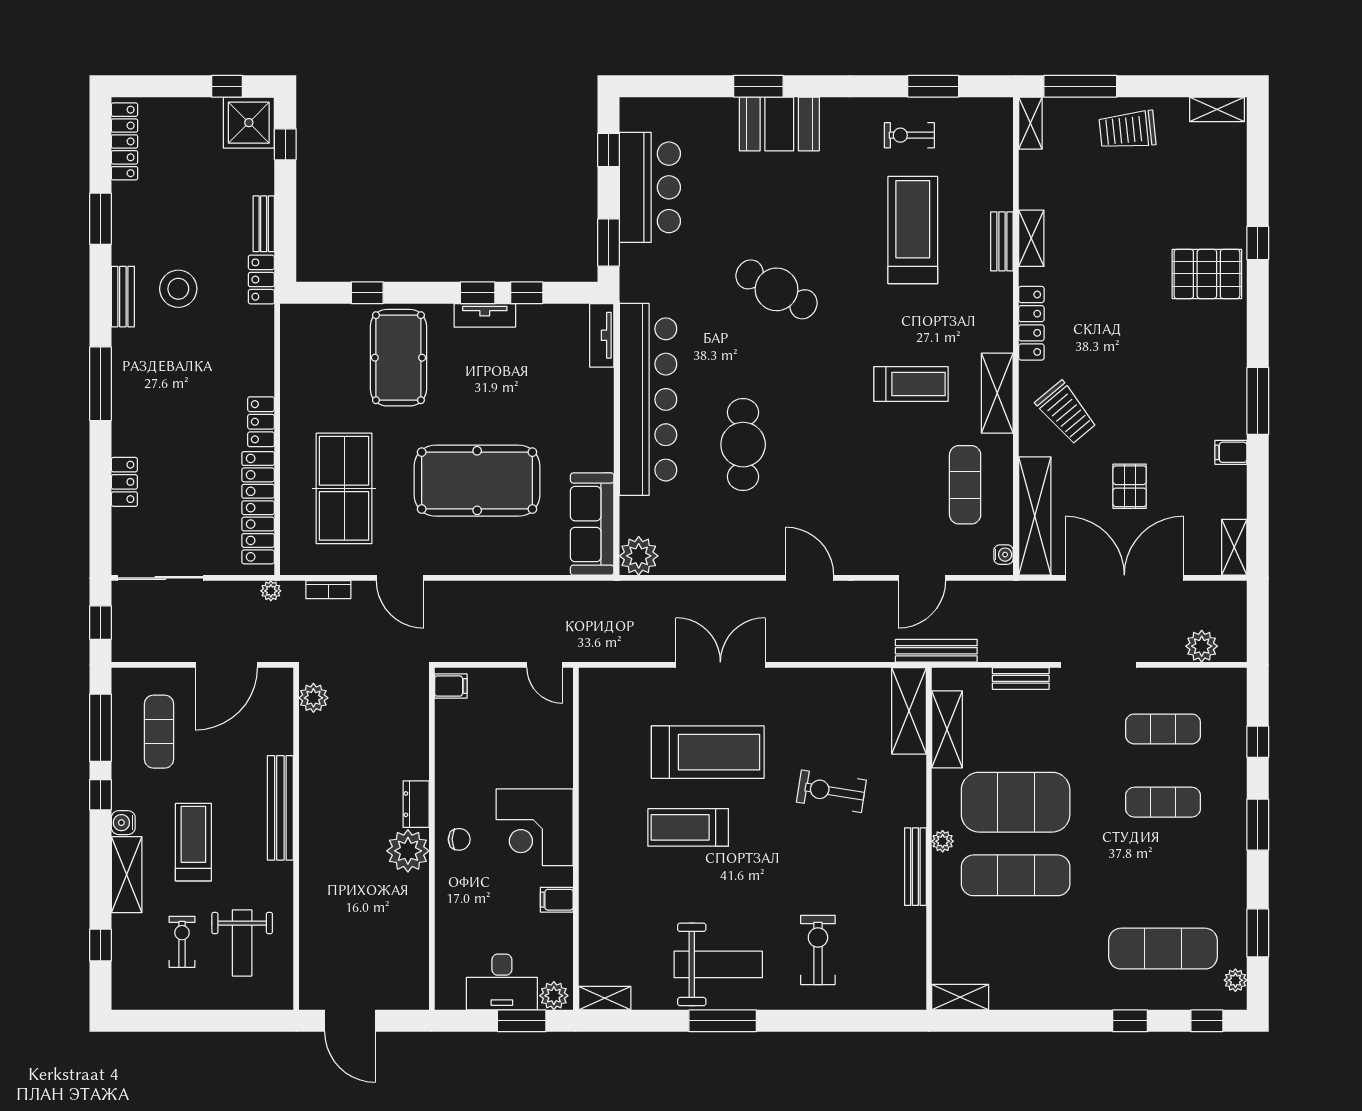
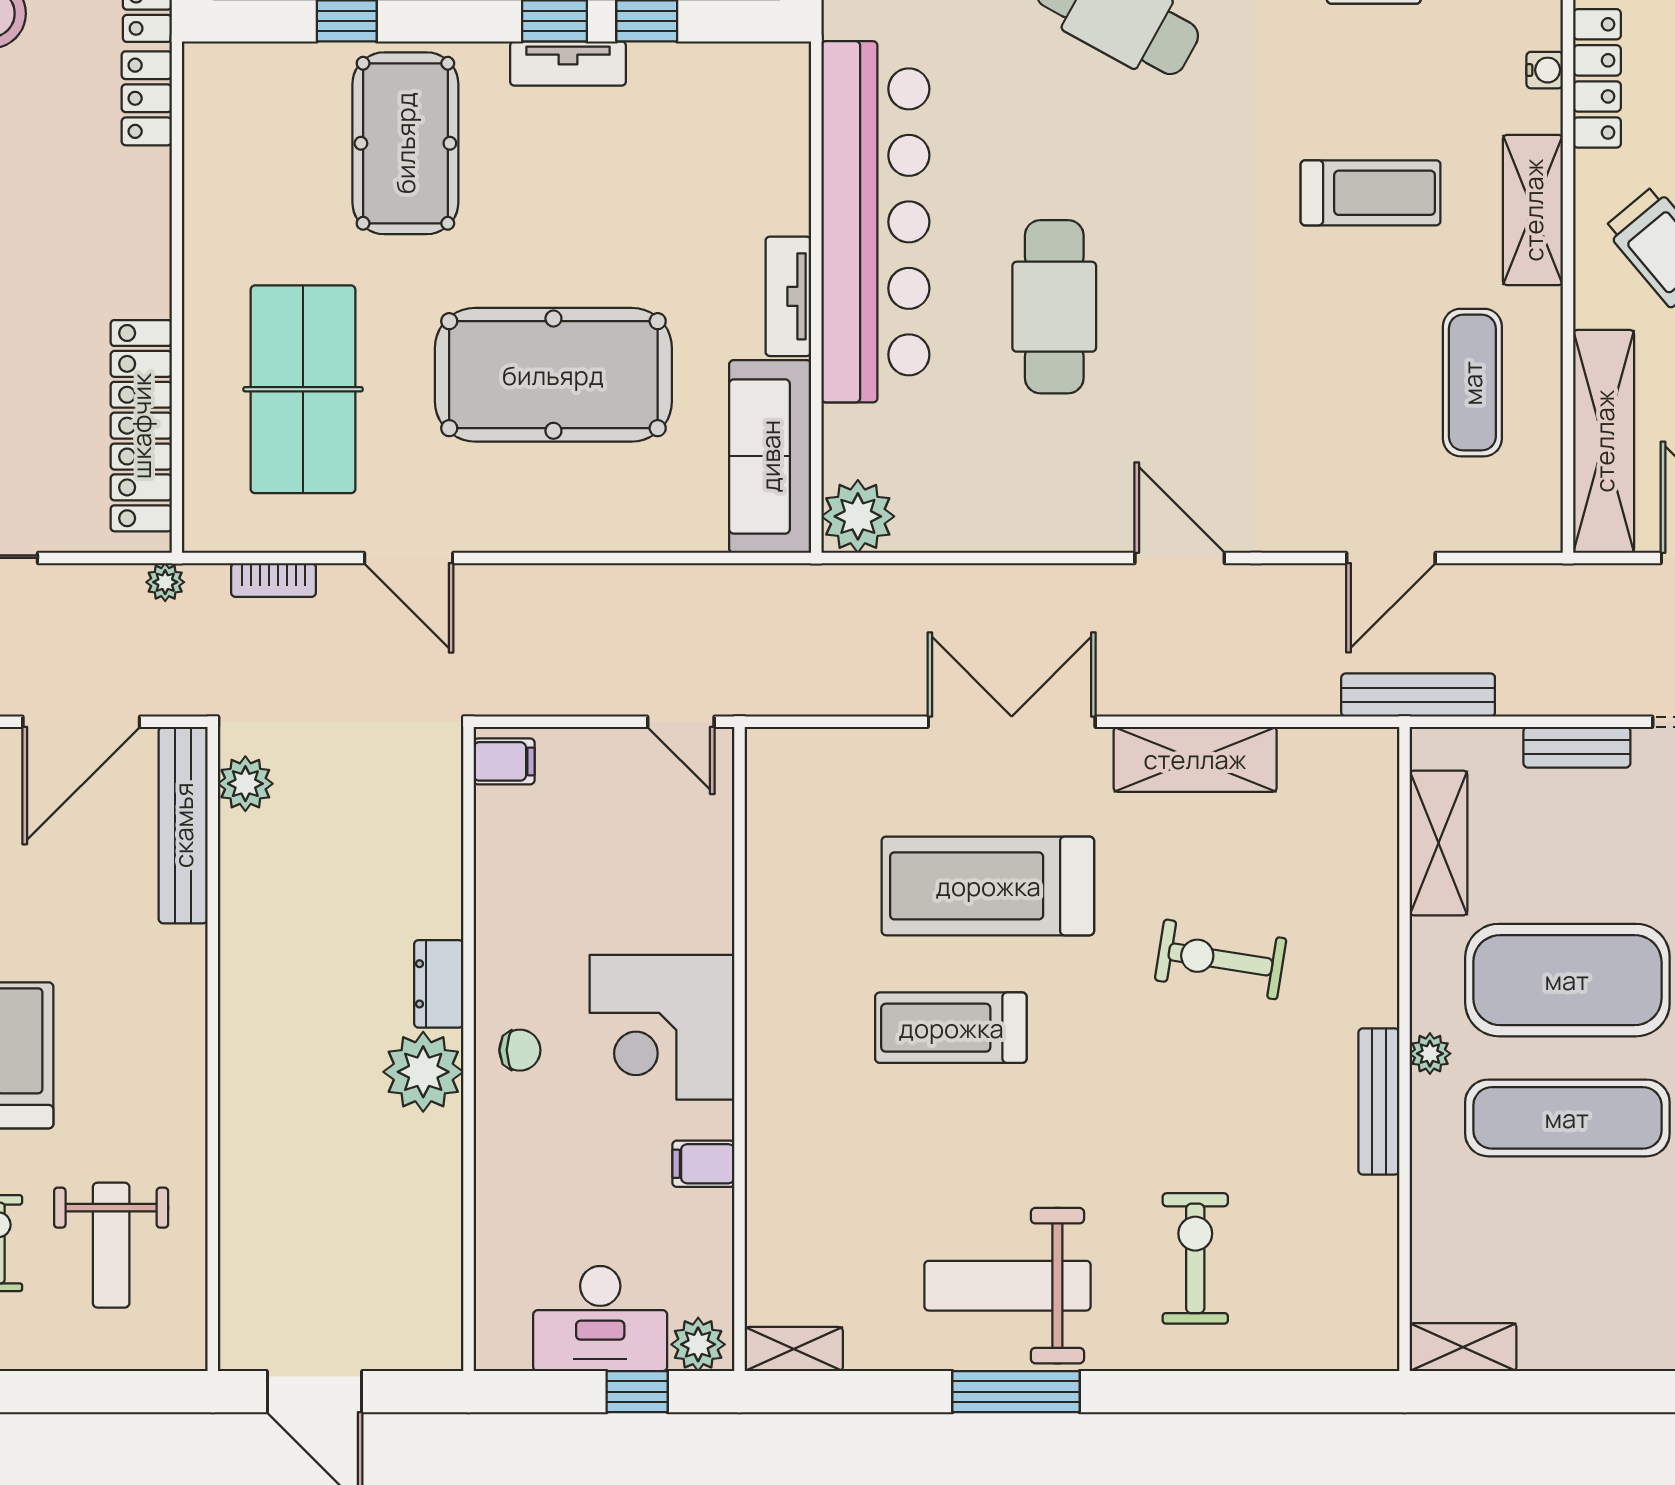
tv unit: (602, 335) -> (788, 296), moved
locker: (261, 422) -> (147, 98), moved
water cooler: (1004, 555) -> (1545, 70), moved
shelving: (909, 711) -> (1195, 759), moved, turned 90
treadmill: (708, 752) -> (988, 886), turned 180
bench: (280, 808) -> (183, 825), moved
weight bench: (718, 964) -> (1008, 1286), turned 180
window: (522, 1021) -> (637, 1392), width x0.67

